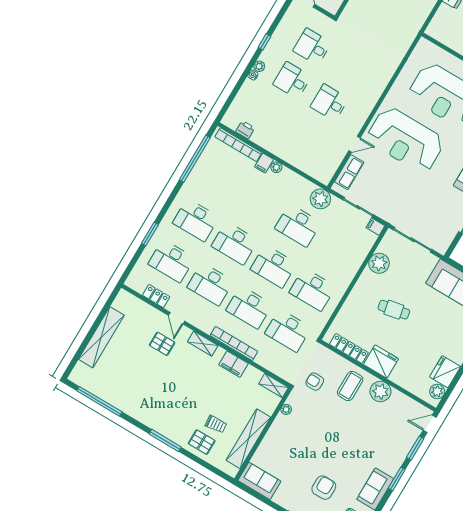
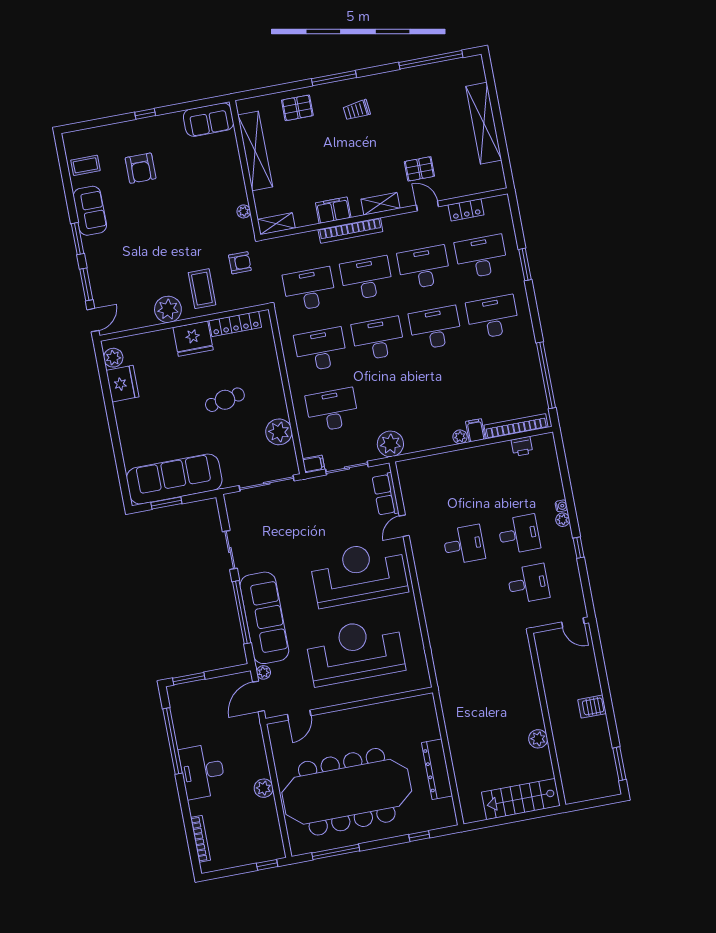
desk: (298, 225) -> (332, 410), moved
trolley: (216, 424) -> (357, 110), moved

